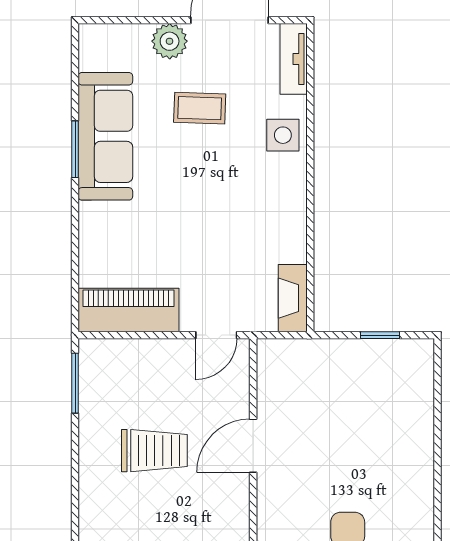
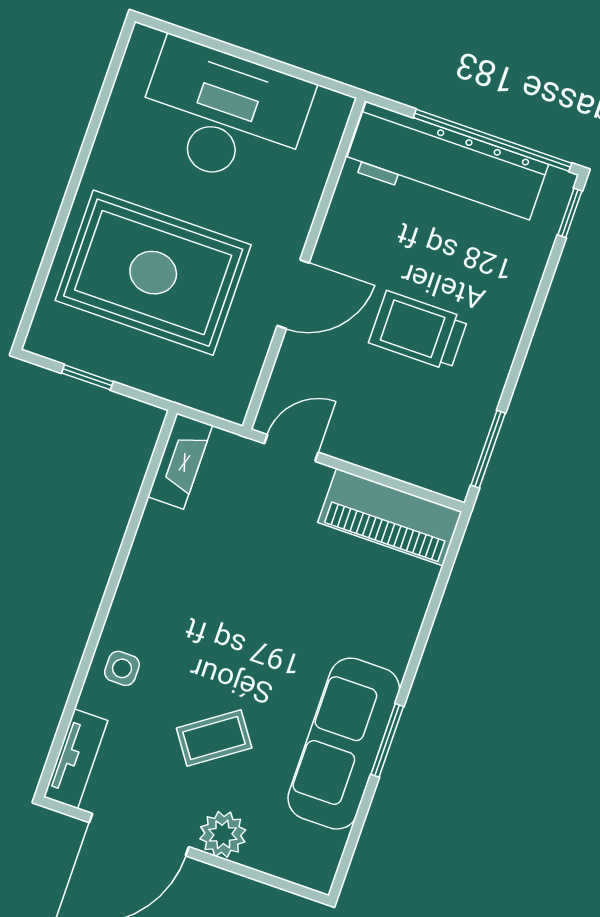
coffee table: (200, 108) -> (214, 738), turned -37
side table: (283, 135) -> (122, 668), width x0.73, depth x0.73
rug: (359, 426) -> (153, 273), added

